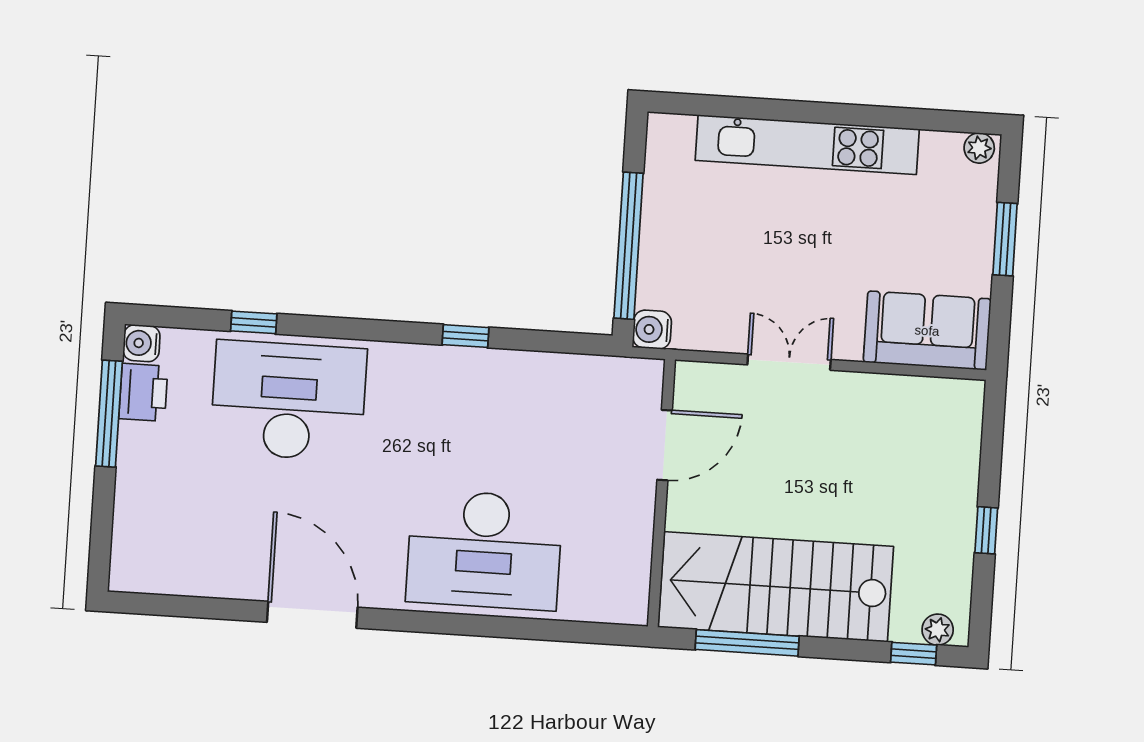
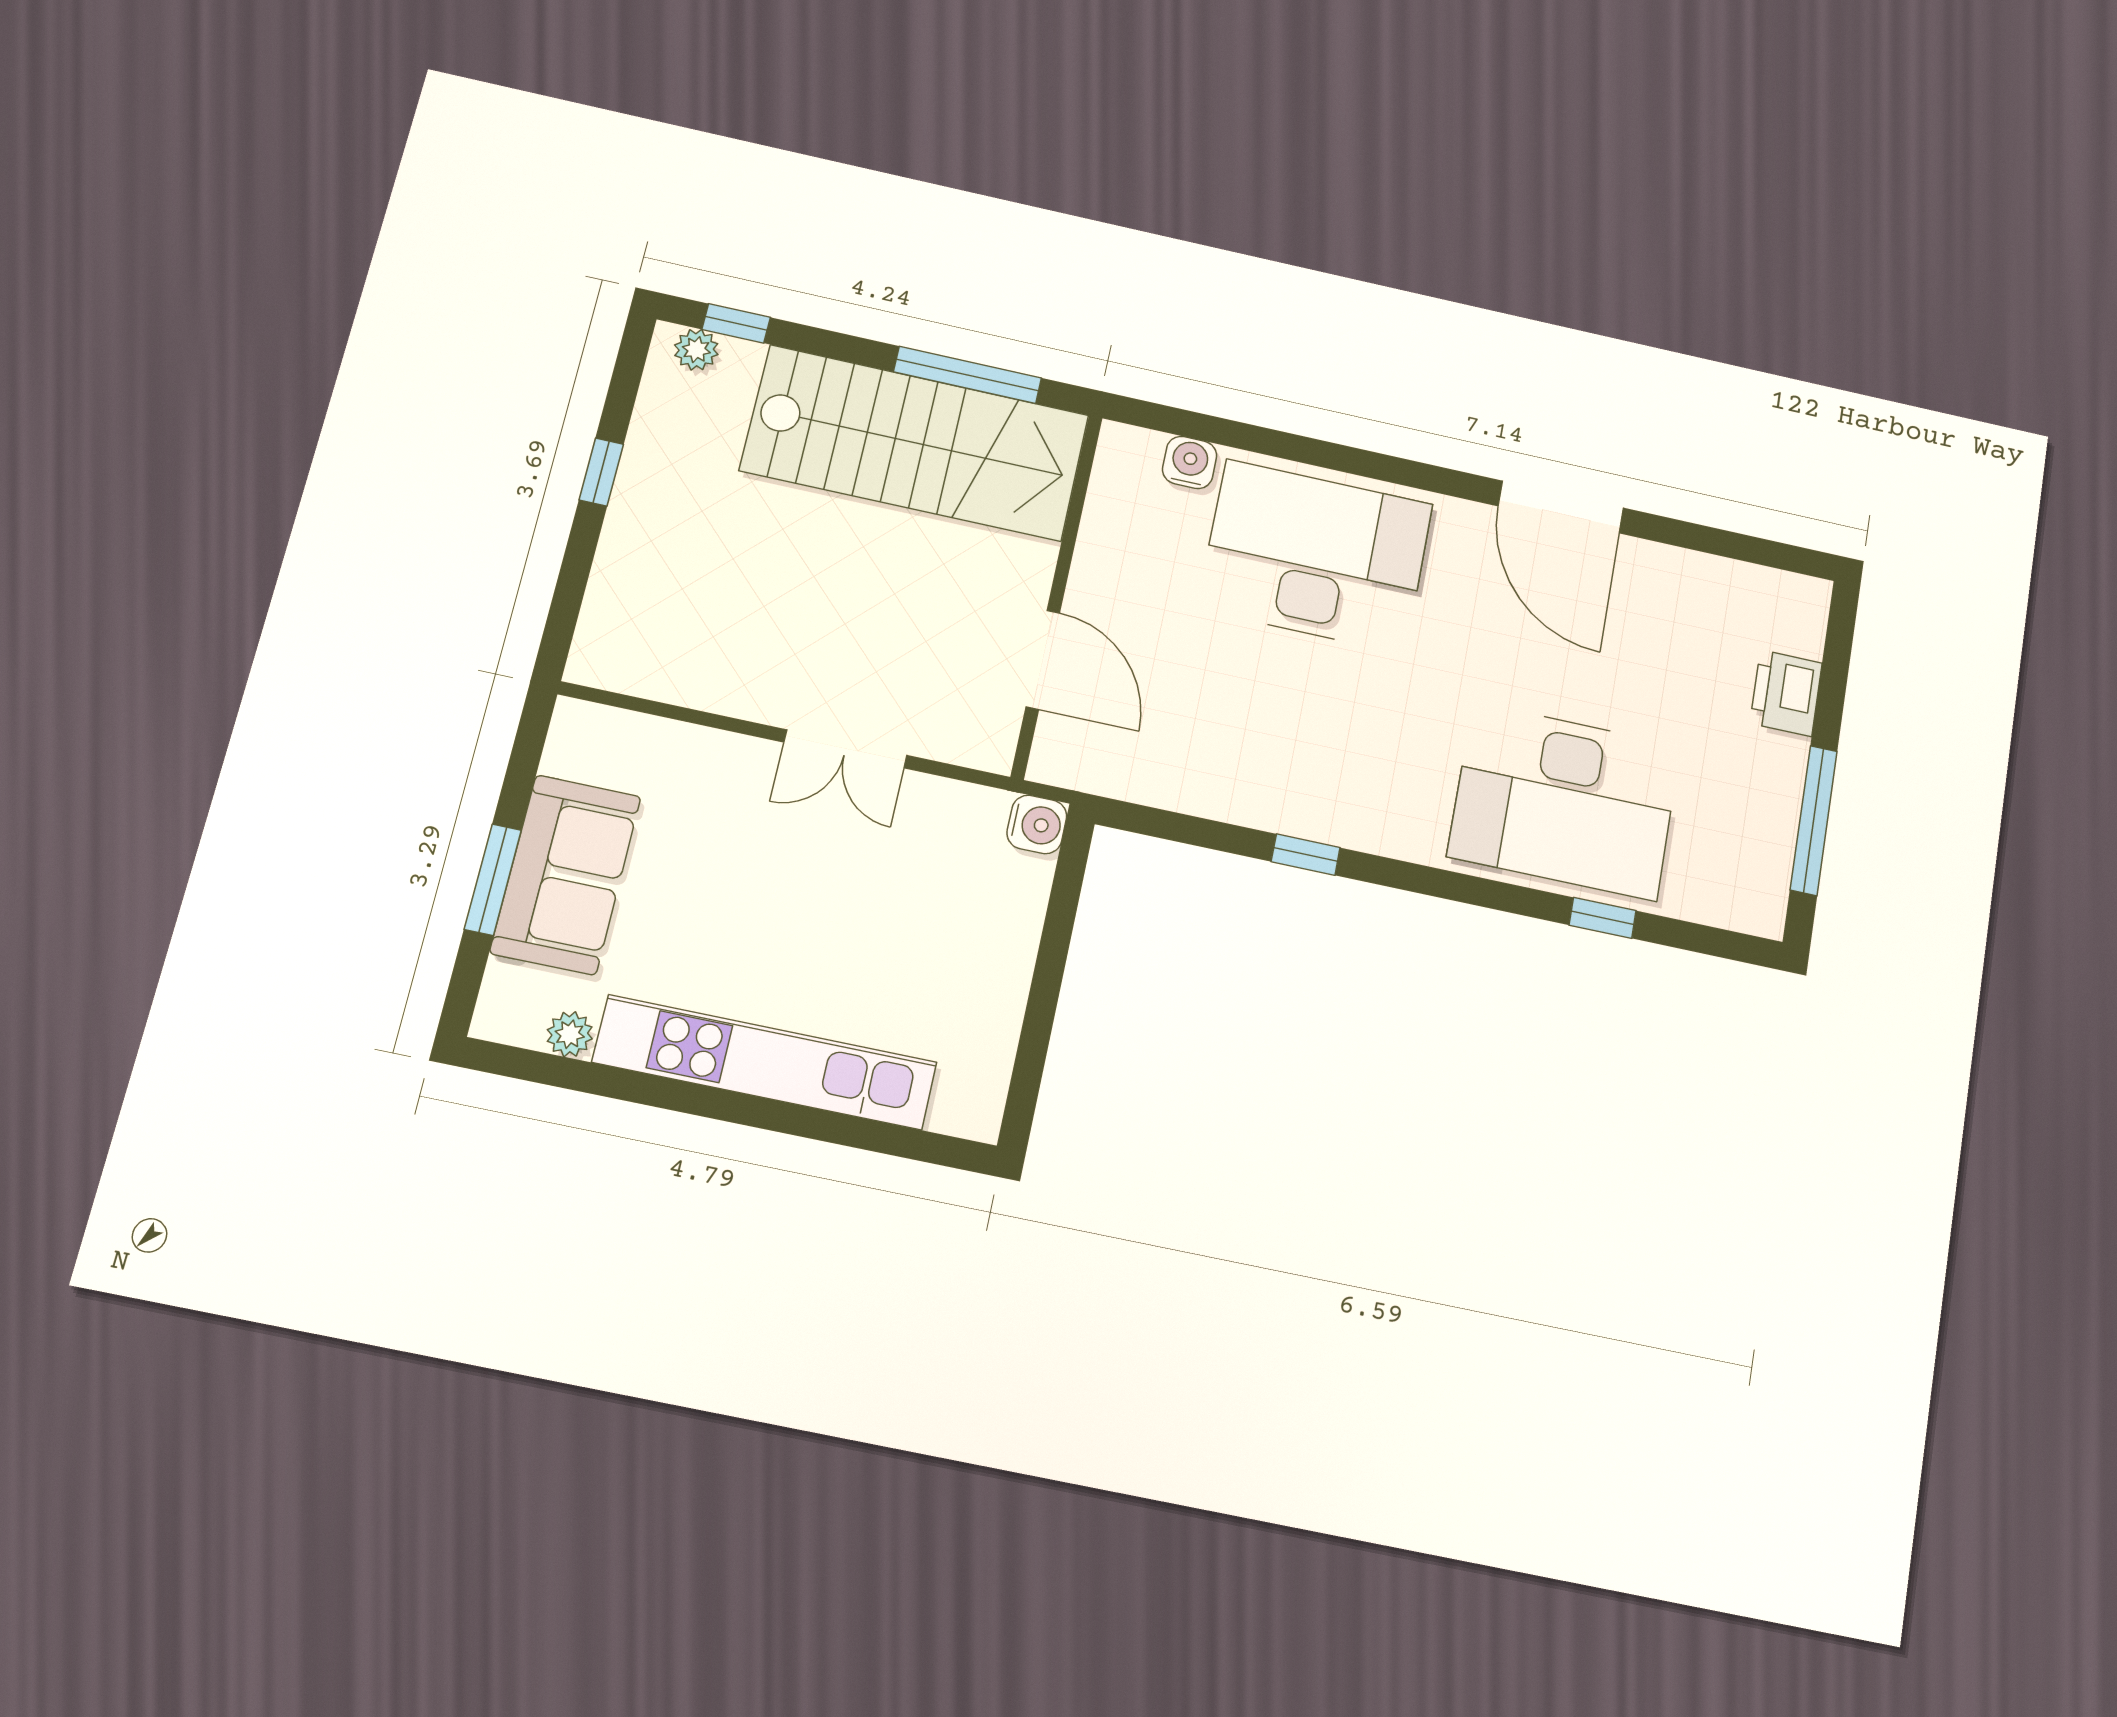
plant: (979, 148) -> (570, 1034), moved
window: (629, 246) -> (1053, 950), removed
sofa: (927, 331) -> (566, 874), moved, turned -90
water cooler: (142, 343) -> (1190, 462), moved, turned -90
printer: (143, 392) -> (1786, 693), moved
door: (665, 445) -> (1043, 660), swing flipped

